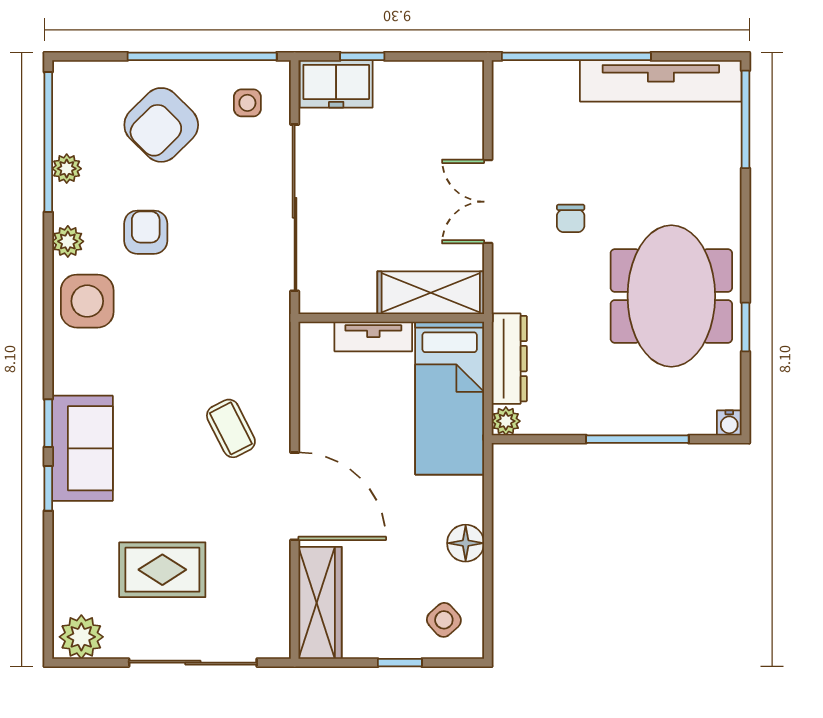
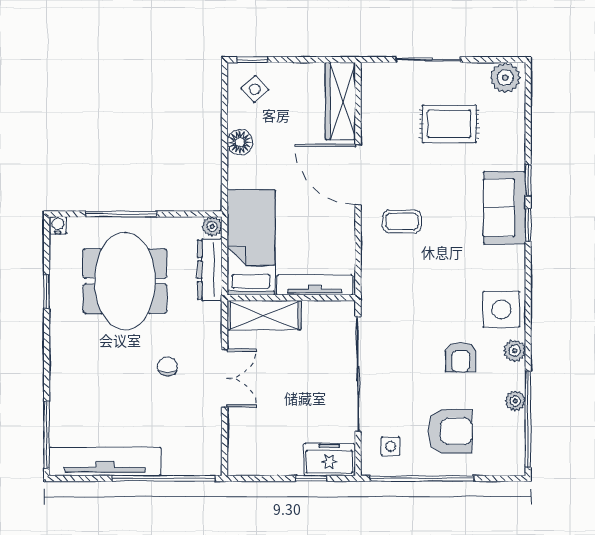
armchair: (161, 125) -> (450, 431), turned 45
meeting table: (671, 296) -> (125, 281), moved
tv unit: (373, 336) -> (315, 285), width x1.41
coffee table: (231, 428) -> (402, 221), turned -63
sliding door: (193, 663) -> (428, 60), width x0.73
window: (400, 663) -> (252, 60), moved

